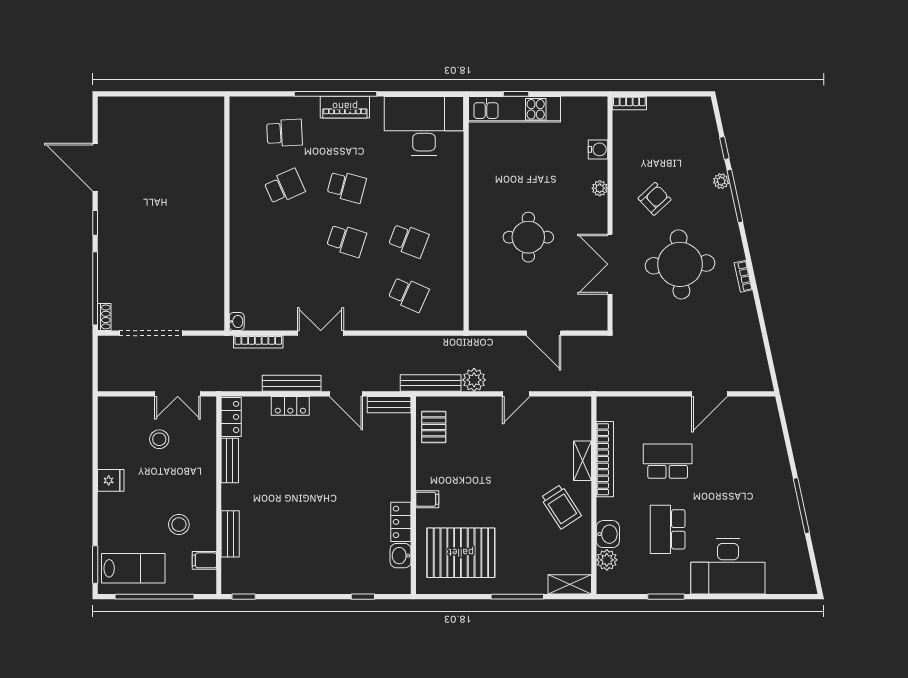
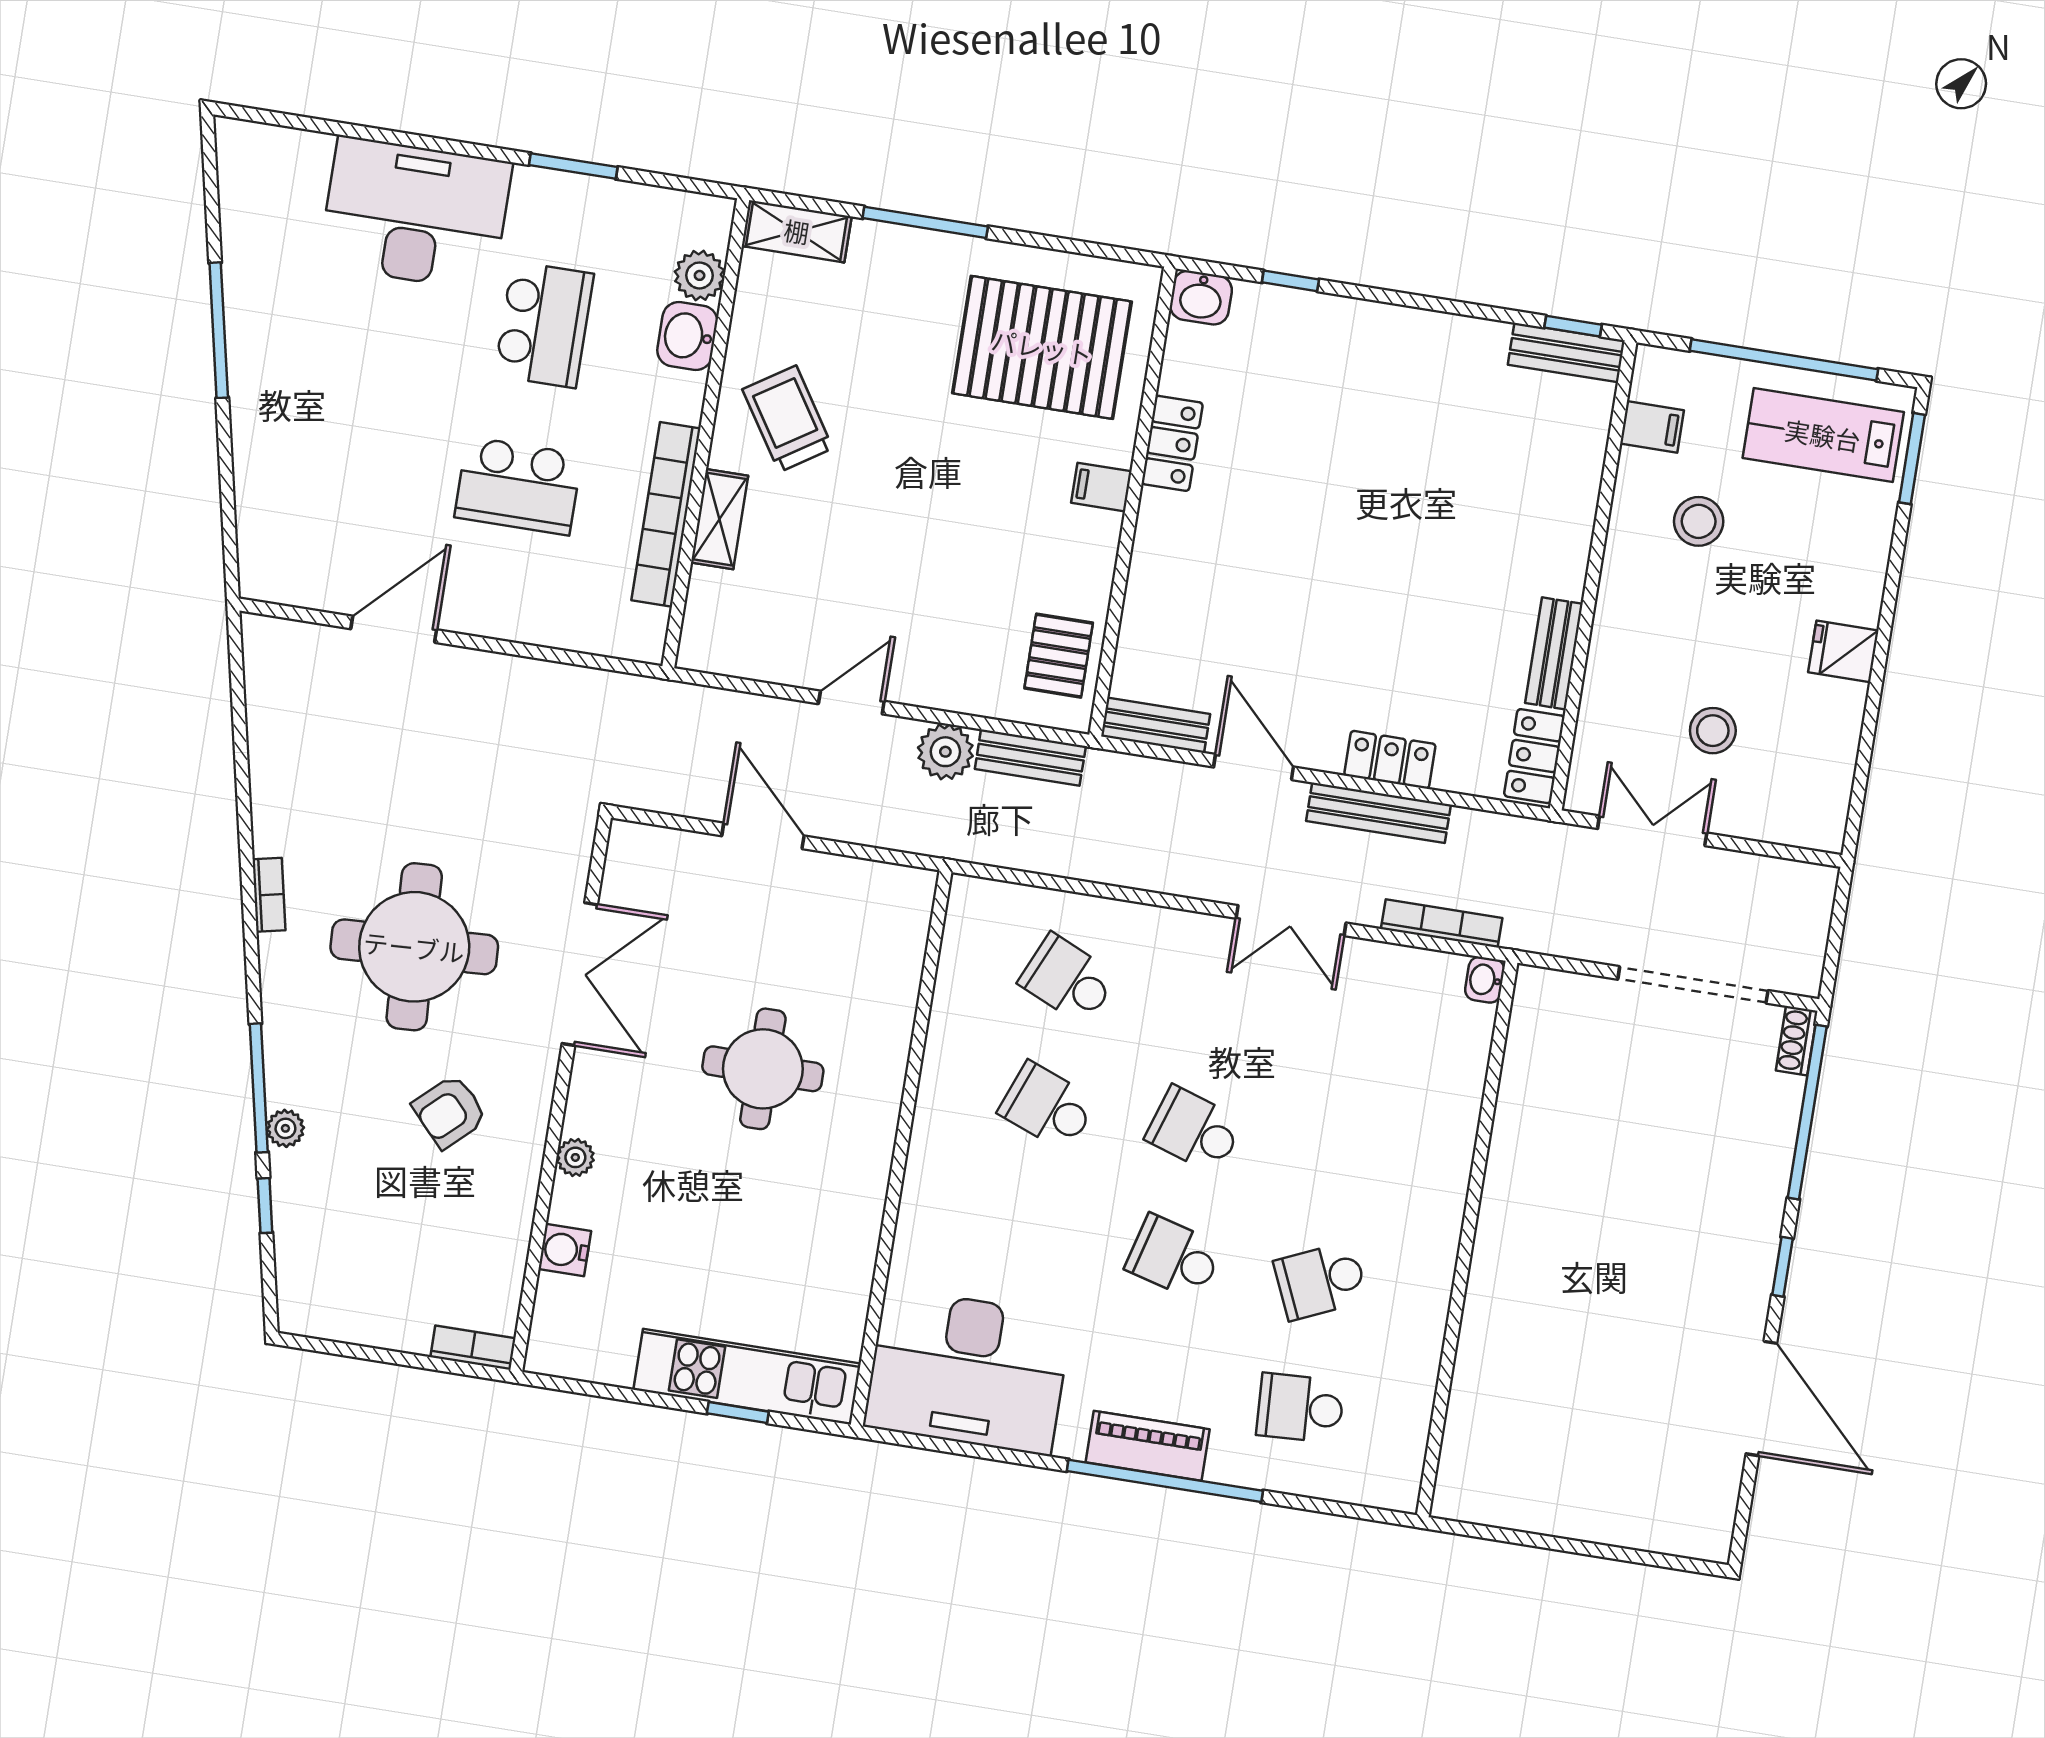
bench: (431, 383) -> (1030, 758), width x0.73
bench: (230, 534) -> (1566, 353), moved, turned 90
washbasin: (401, 556) -> (1201, 298), moved, turned 90

